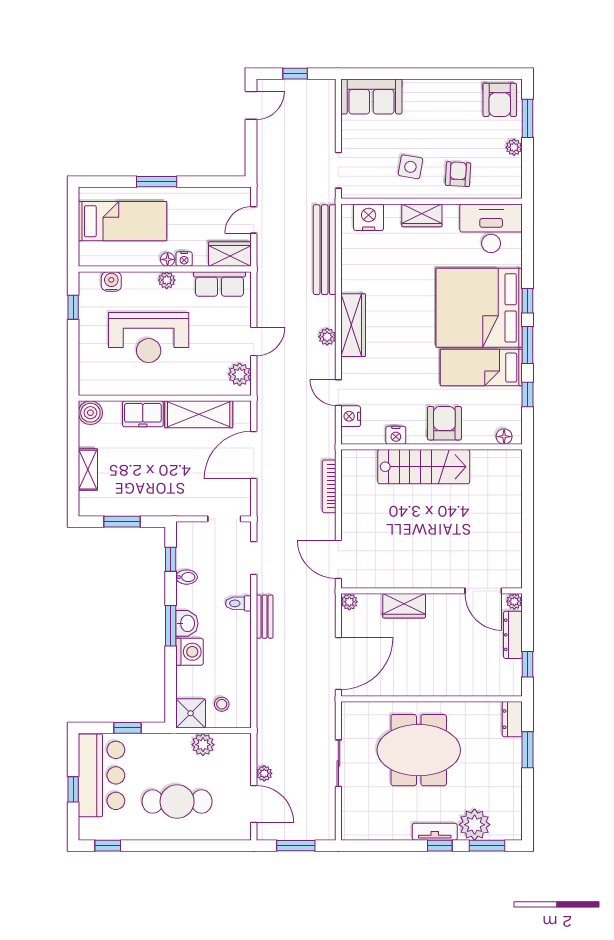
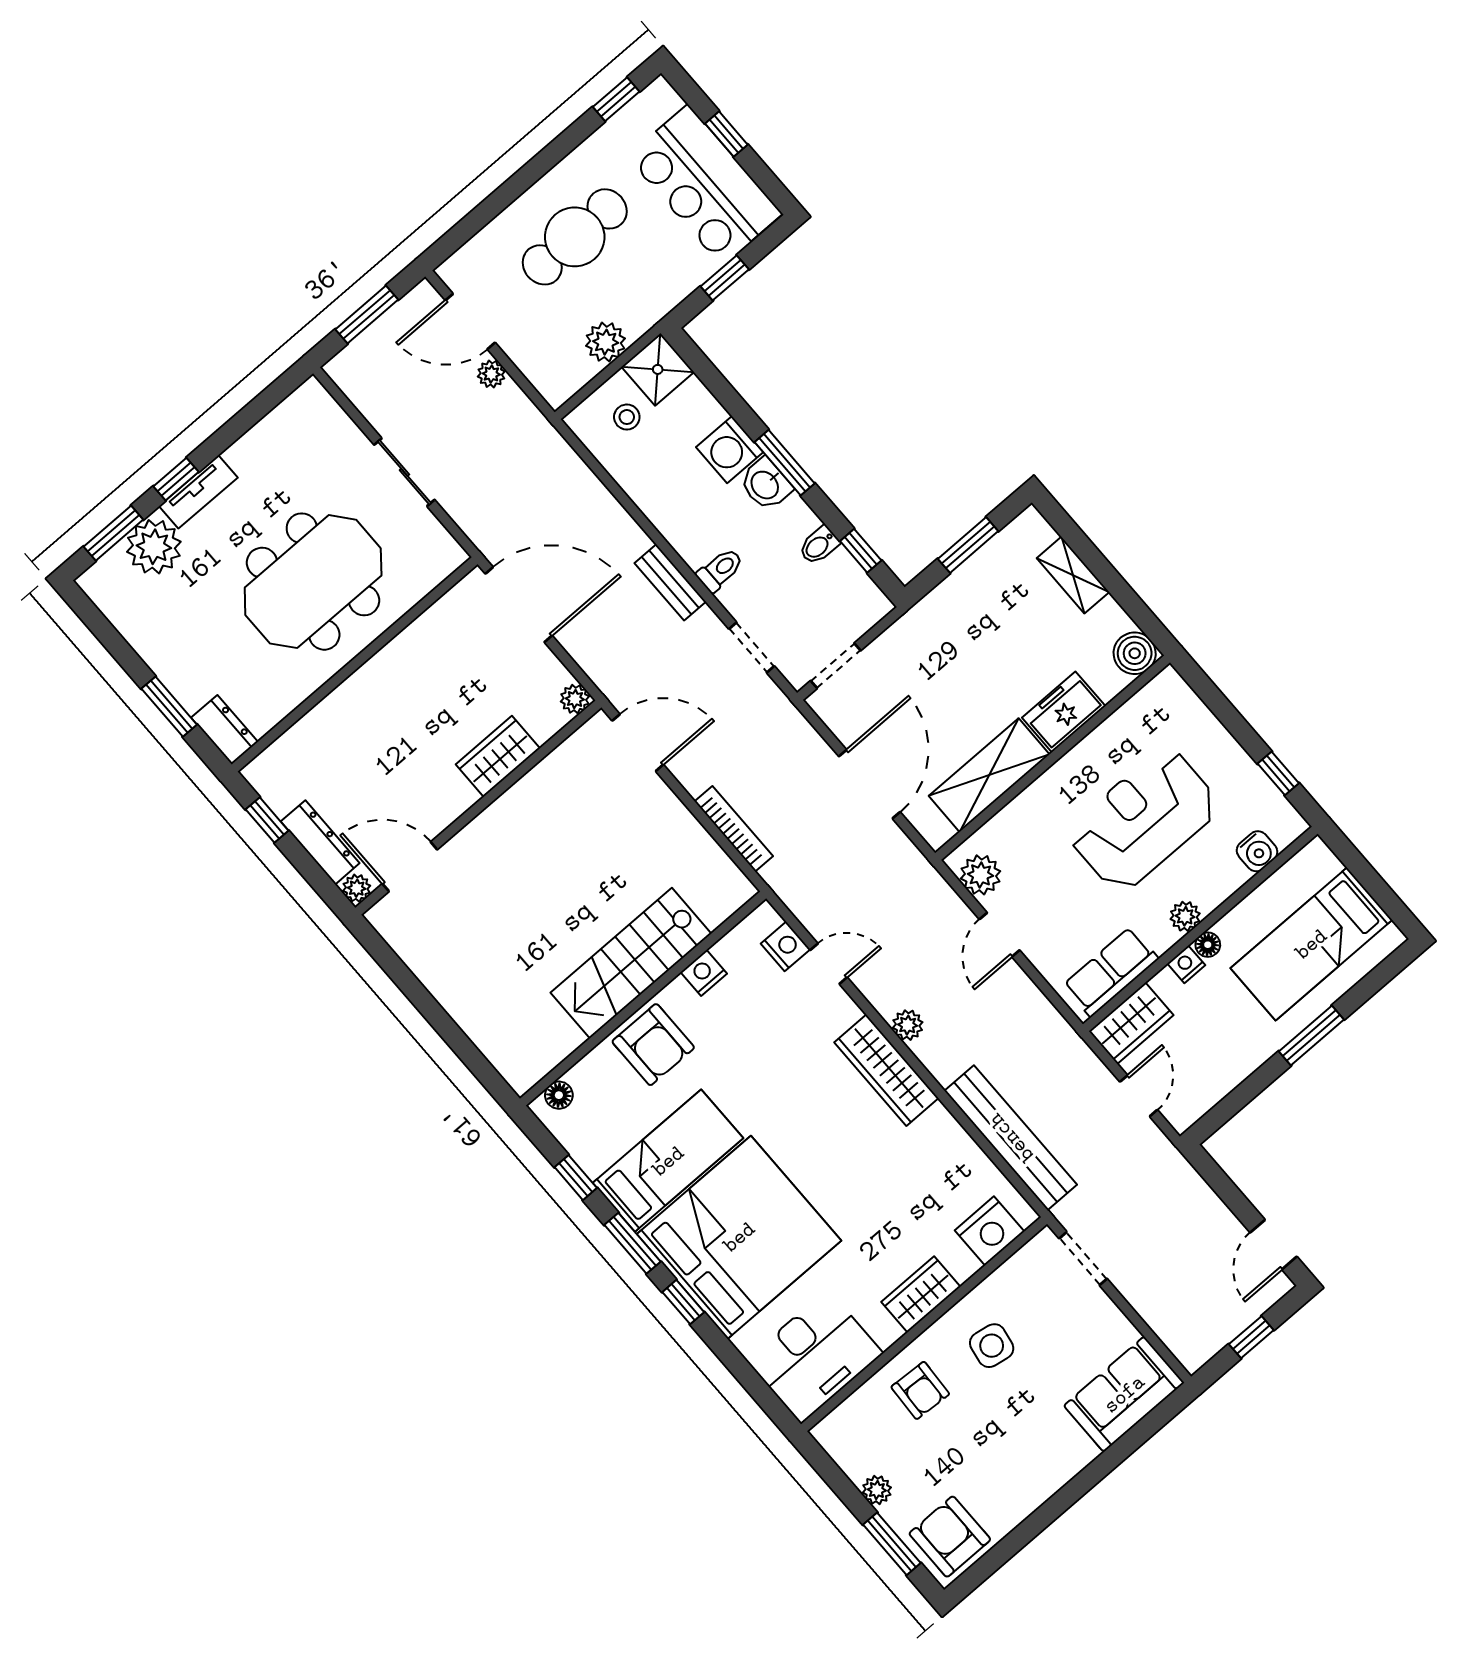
door: (338, 663) -> (519, 605), swing flipped

